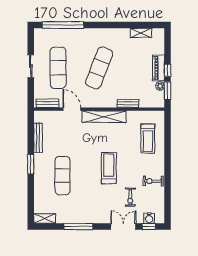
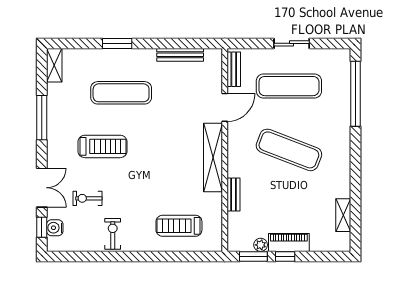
window: (31, 164) -> (117, 43), moved
treadmill: (109, 168) -> (102, 146), moved

